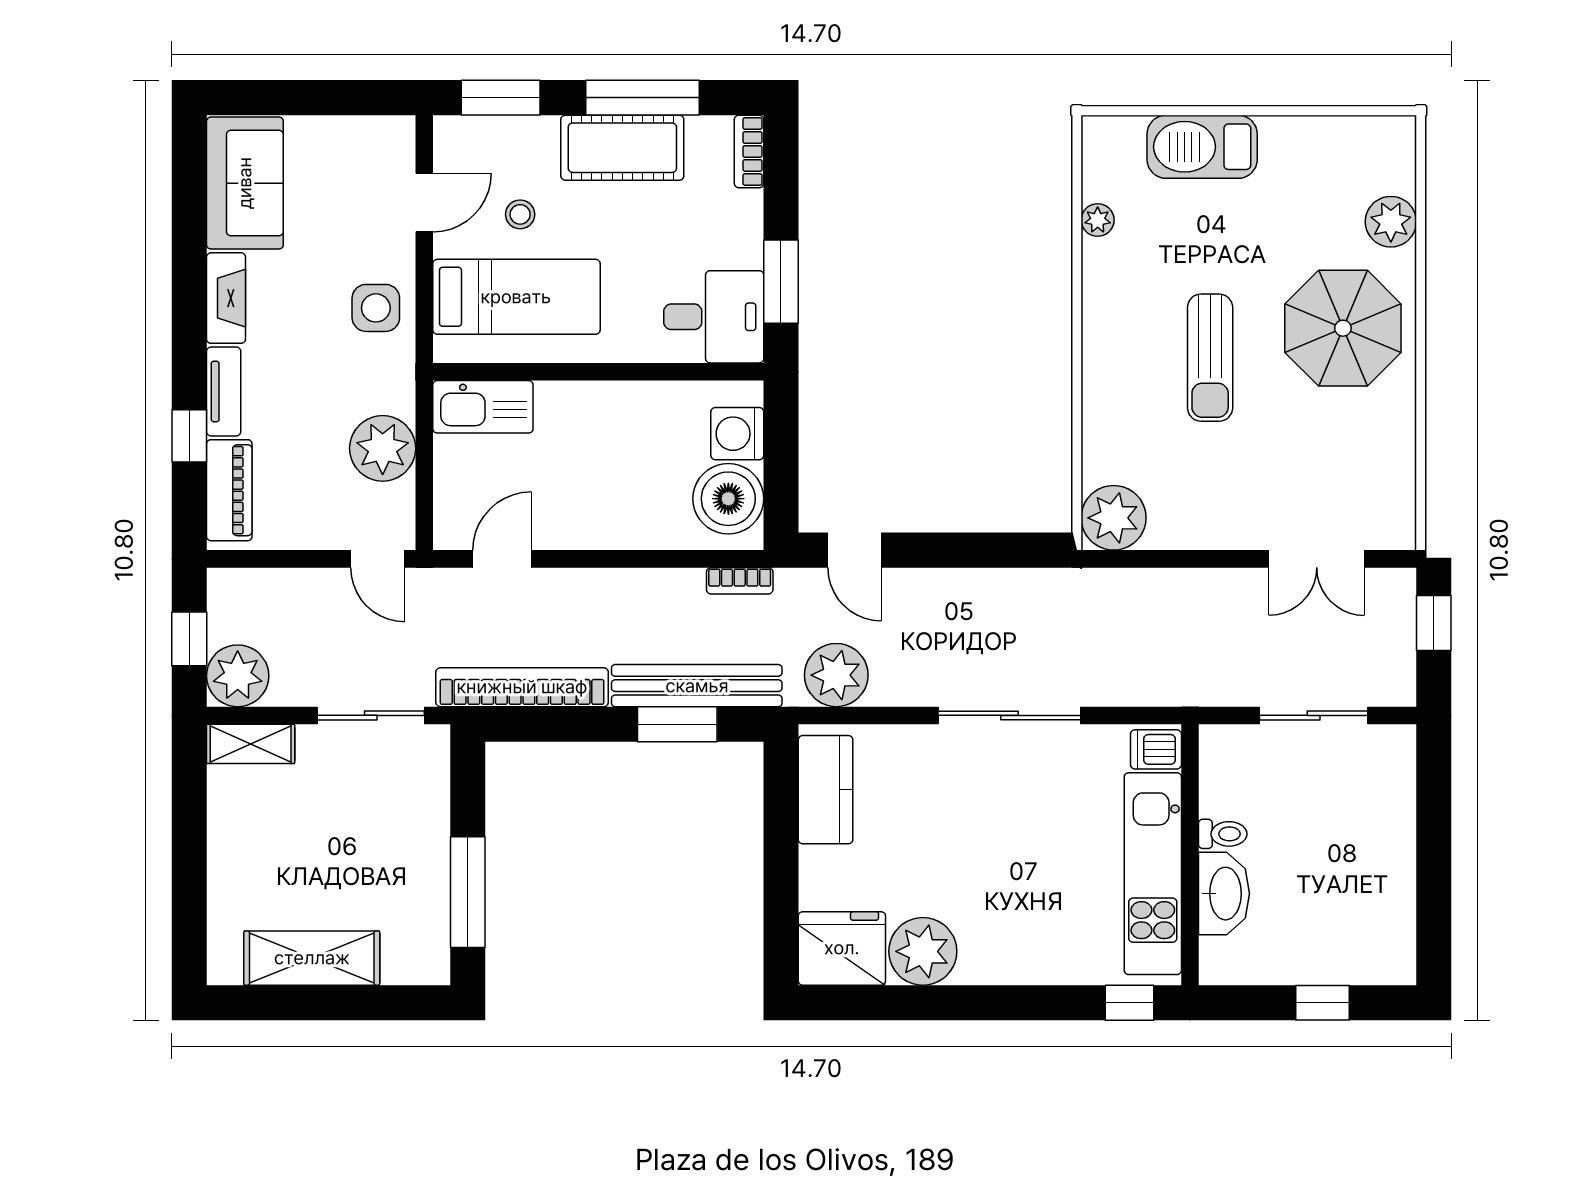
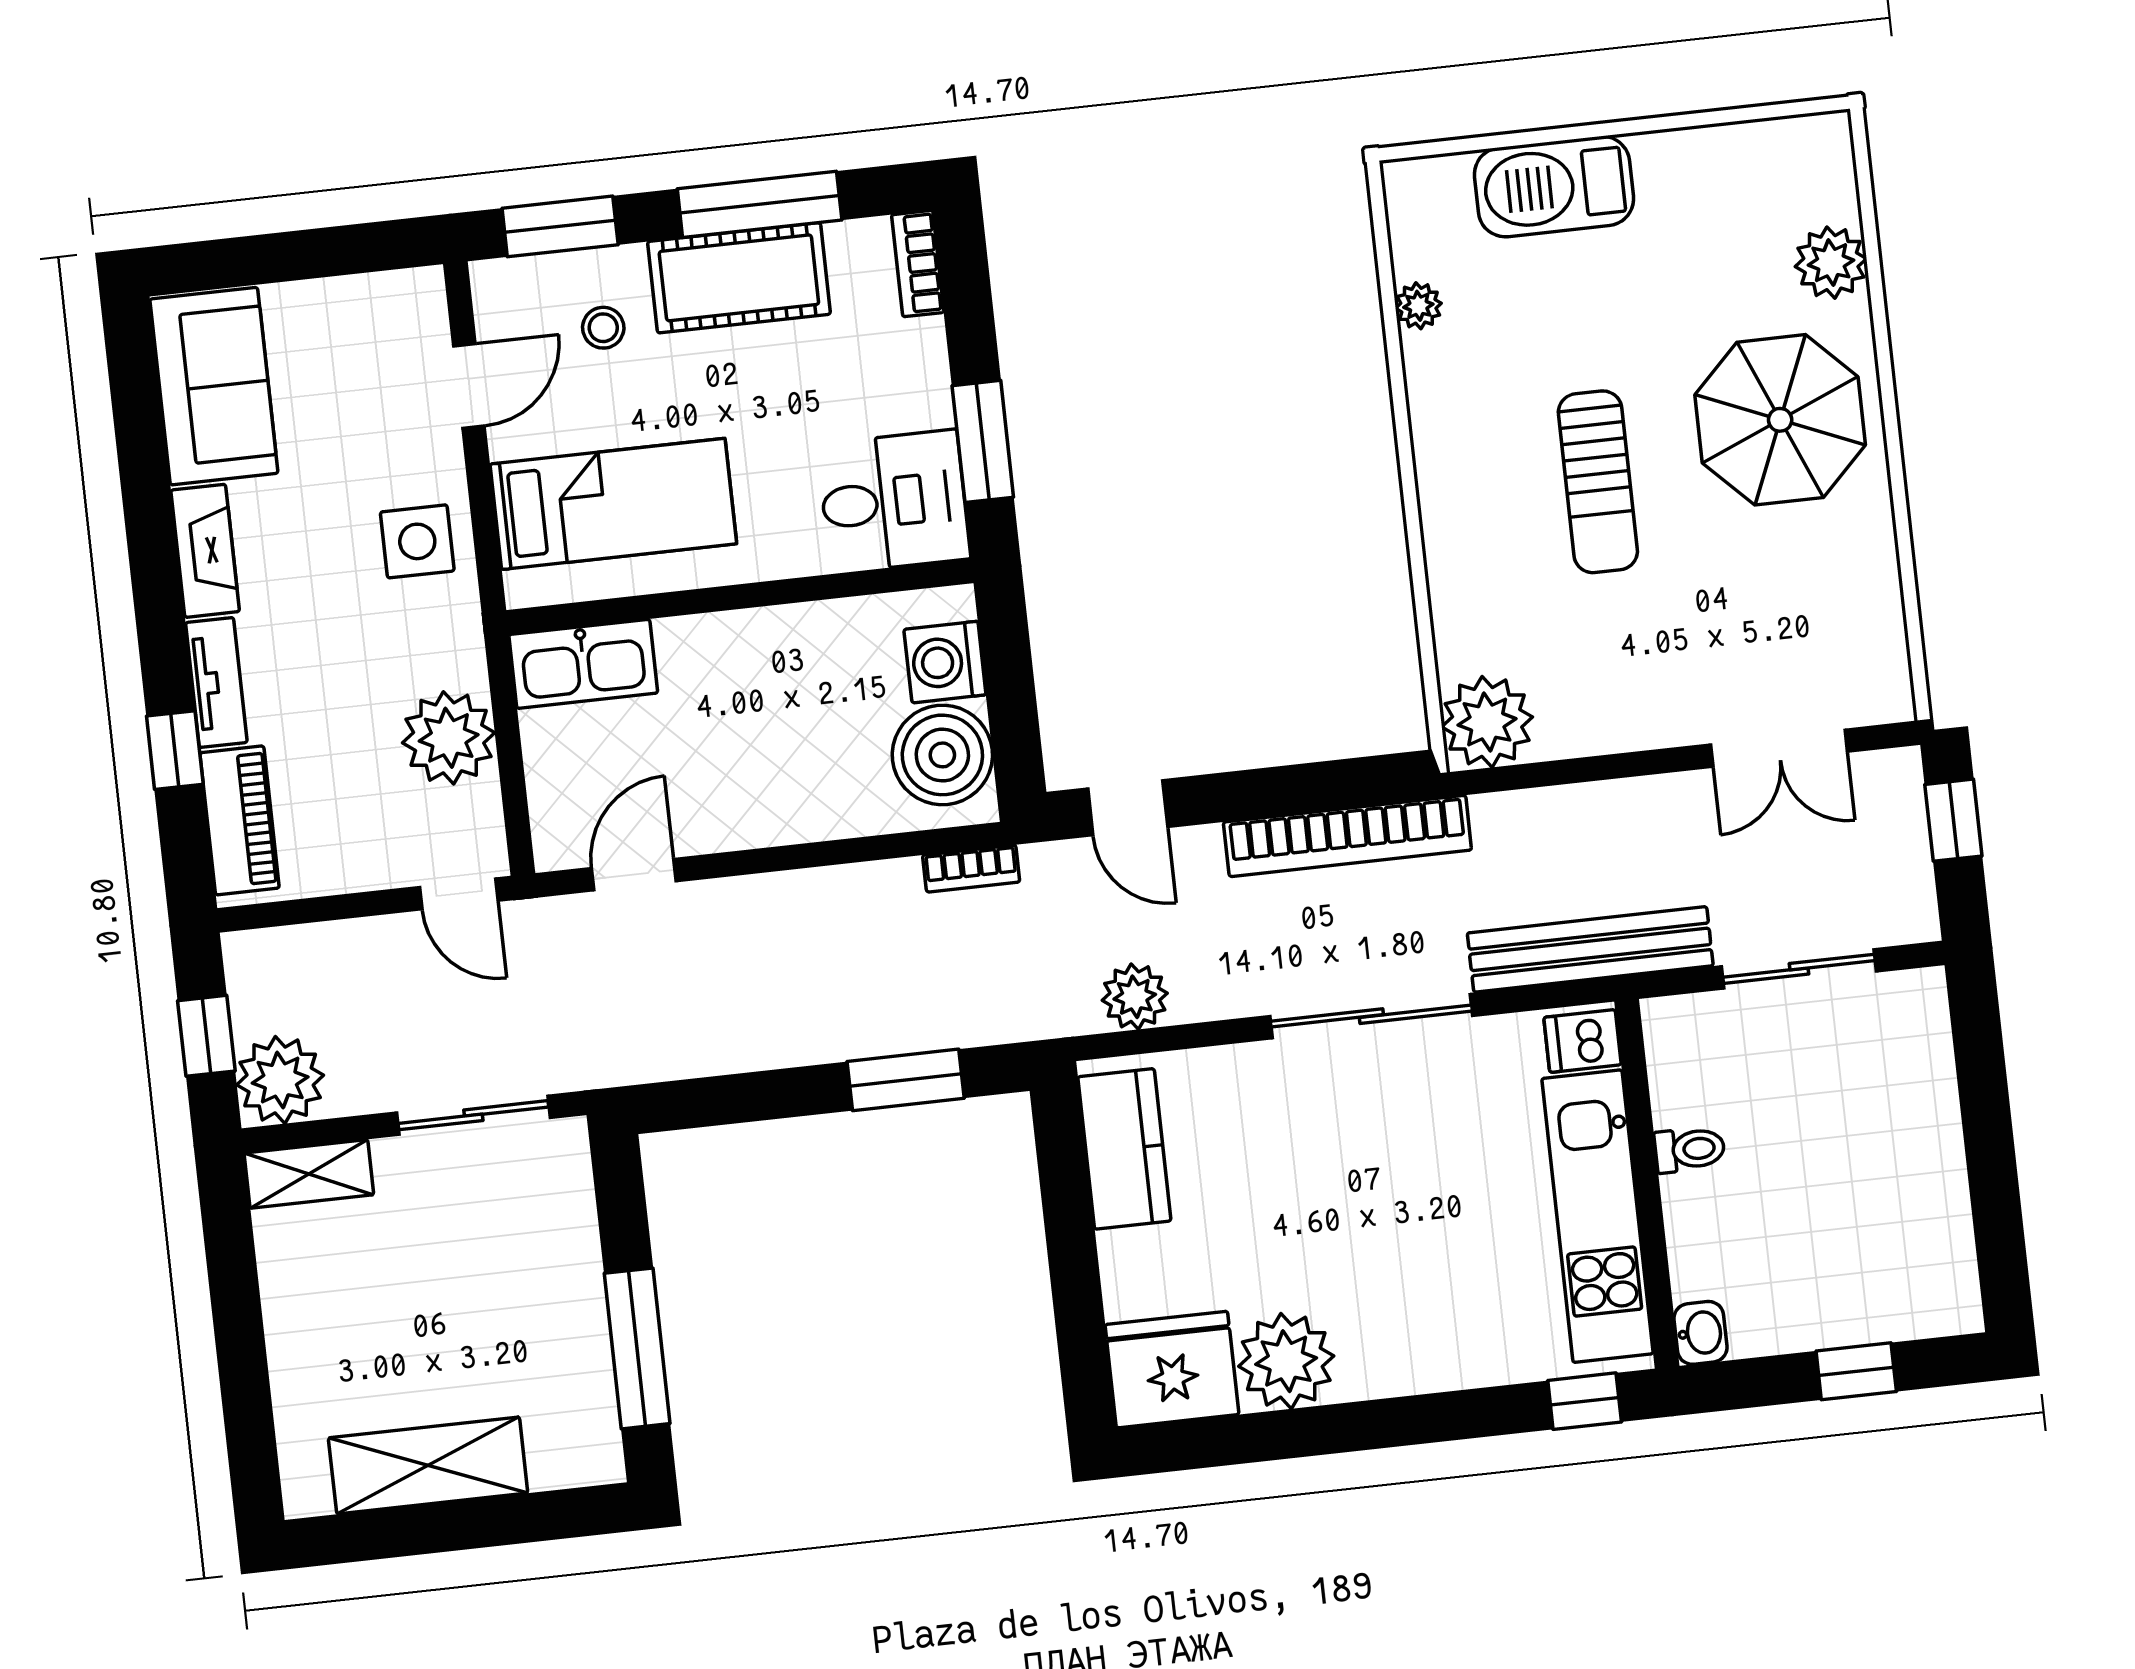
stool: (520, 214) -> (603, 328), moved
plant: (836, 675) -> (1135, 997), width x0.73, depth x0.73
bench: (697, 686) -> (1590, 949), moved
bookcase: (522, 687) -> (1347, 836), moved, turned 180
washbasin: (1224, 894) -> (1701, 1333), moved, width x0.52, depth x0.69

